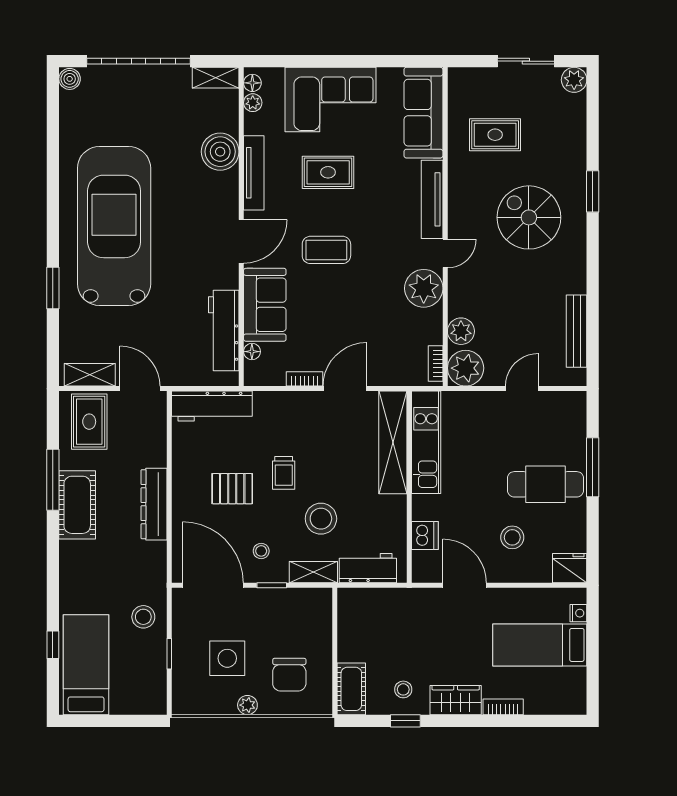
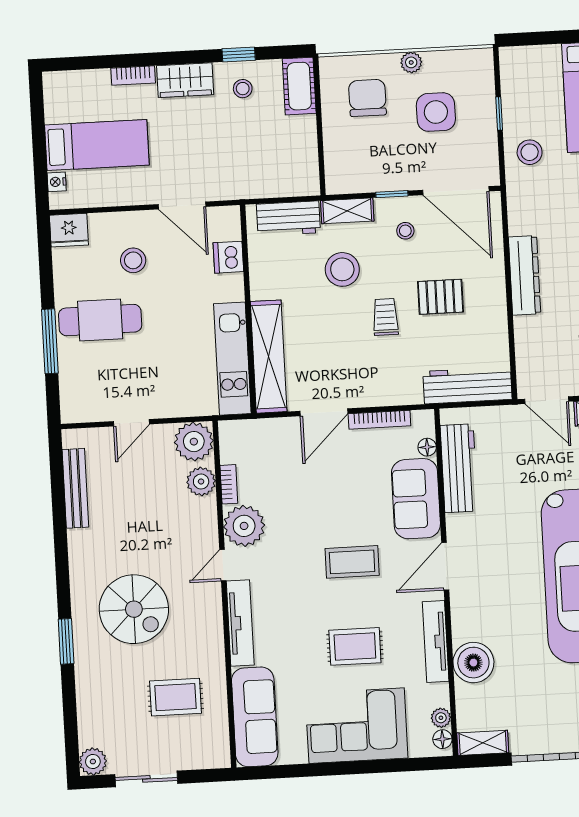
bookcase: (436, 363) -> (229, 484), moved
bookcase: (305, 379) -> (379, 420), width x1.56

